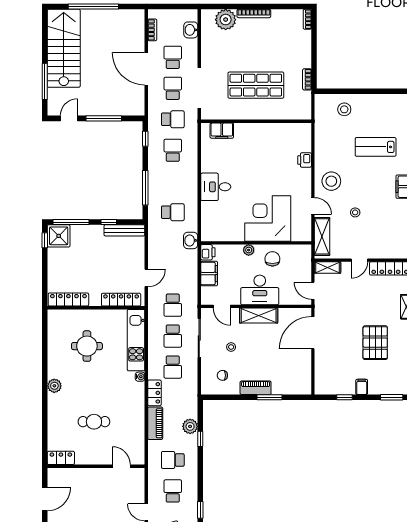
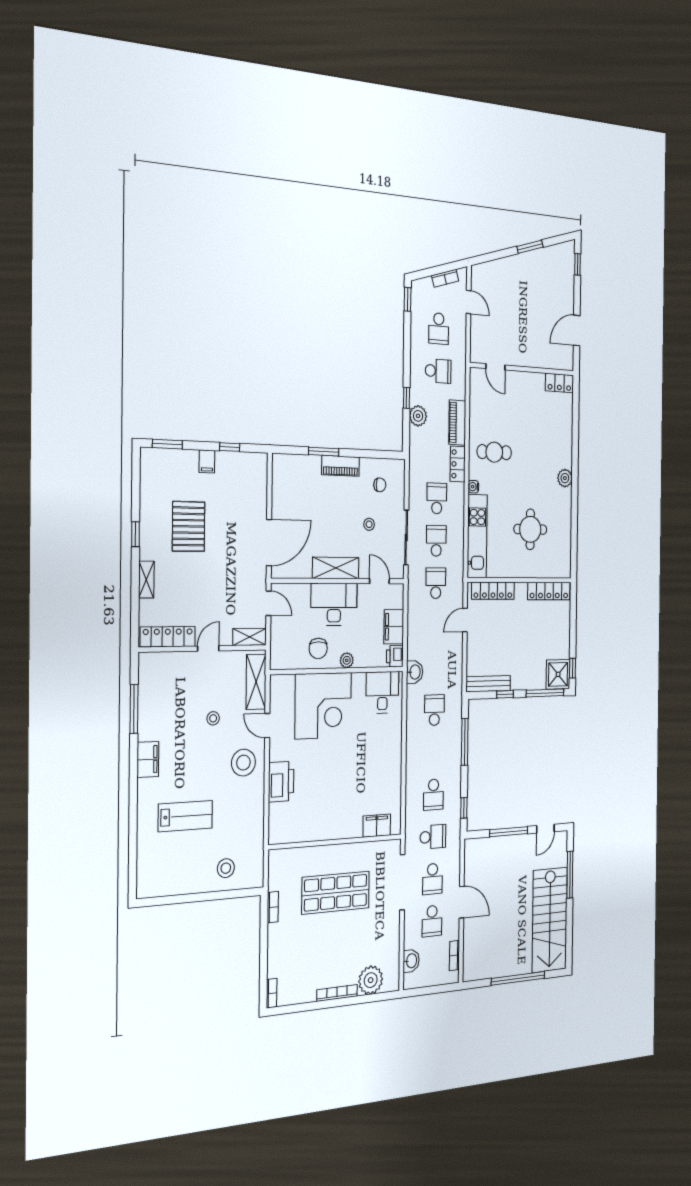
door: (146, 69) -> (462, 902), width x0.73
school desk: (173, 119) -> (433, 837), turned 180
printer: (305, 160) -> (281, 782), width x1.87, depth x1.48
desk: (216, 187) -> (382, 692), moved, turned -90
school desk: (173, 212) -> (434, 710), turned 90
cafe table: (94, 422) -> (494, 452), moved

